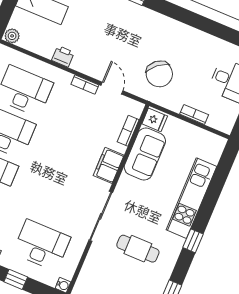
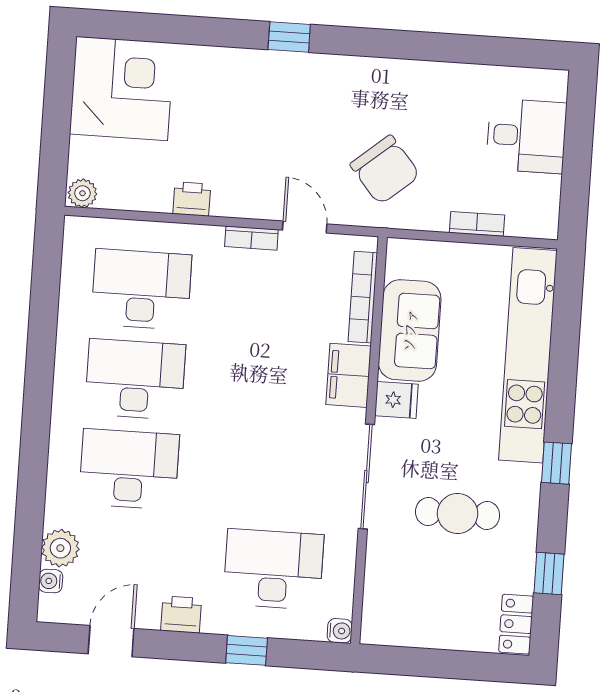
fridge: (155, 120) -> (396, 400), moved
bookcase: (128, 131) -> (363, 297), width x1.56
kitchen unit: (191, 198) -> (528, 355), width x1.36

